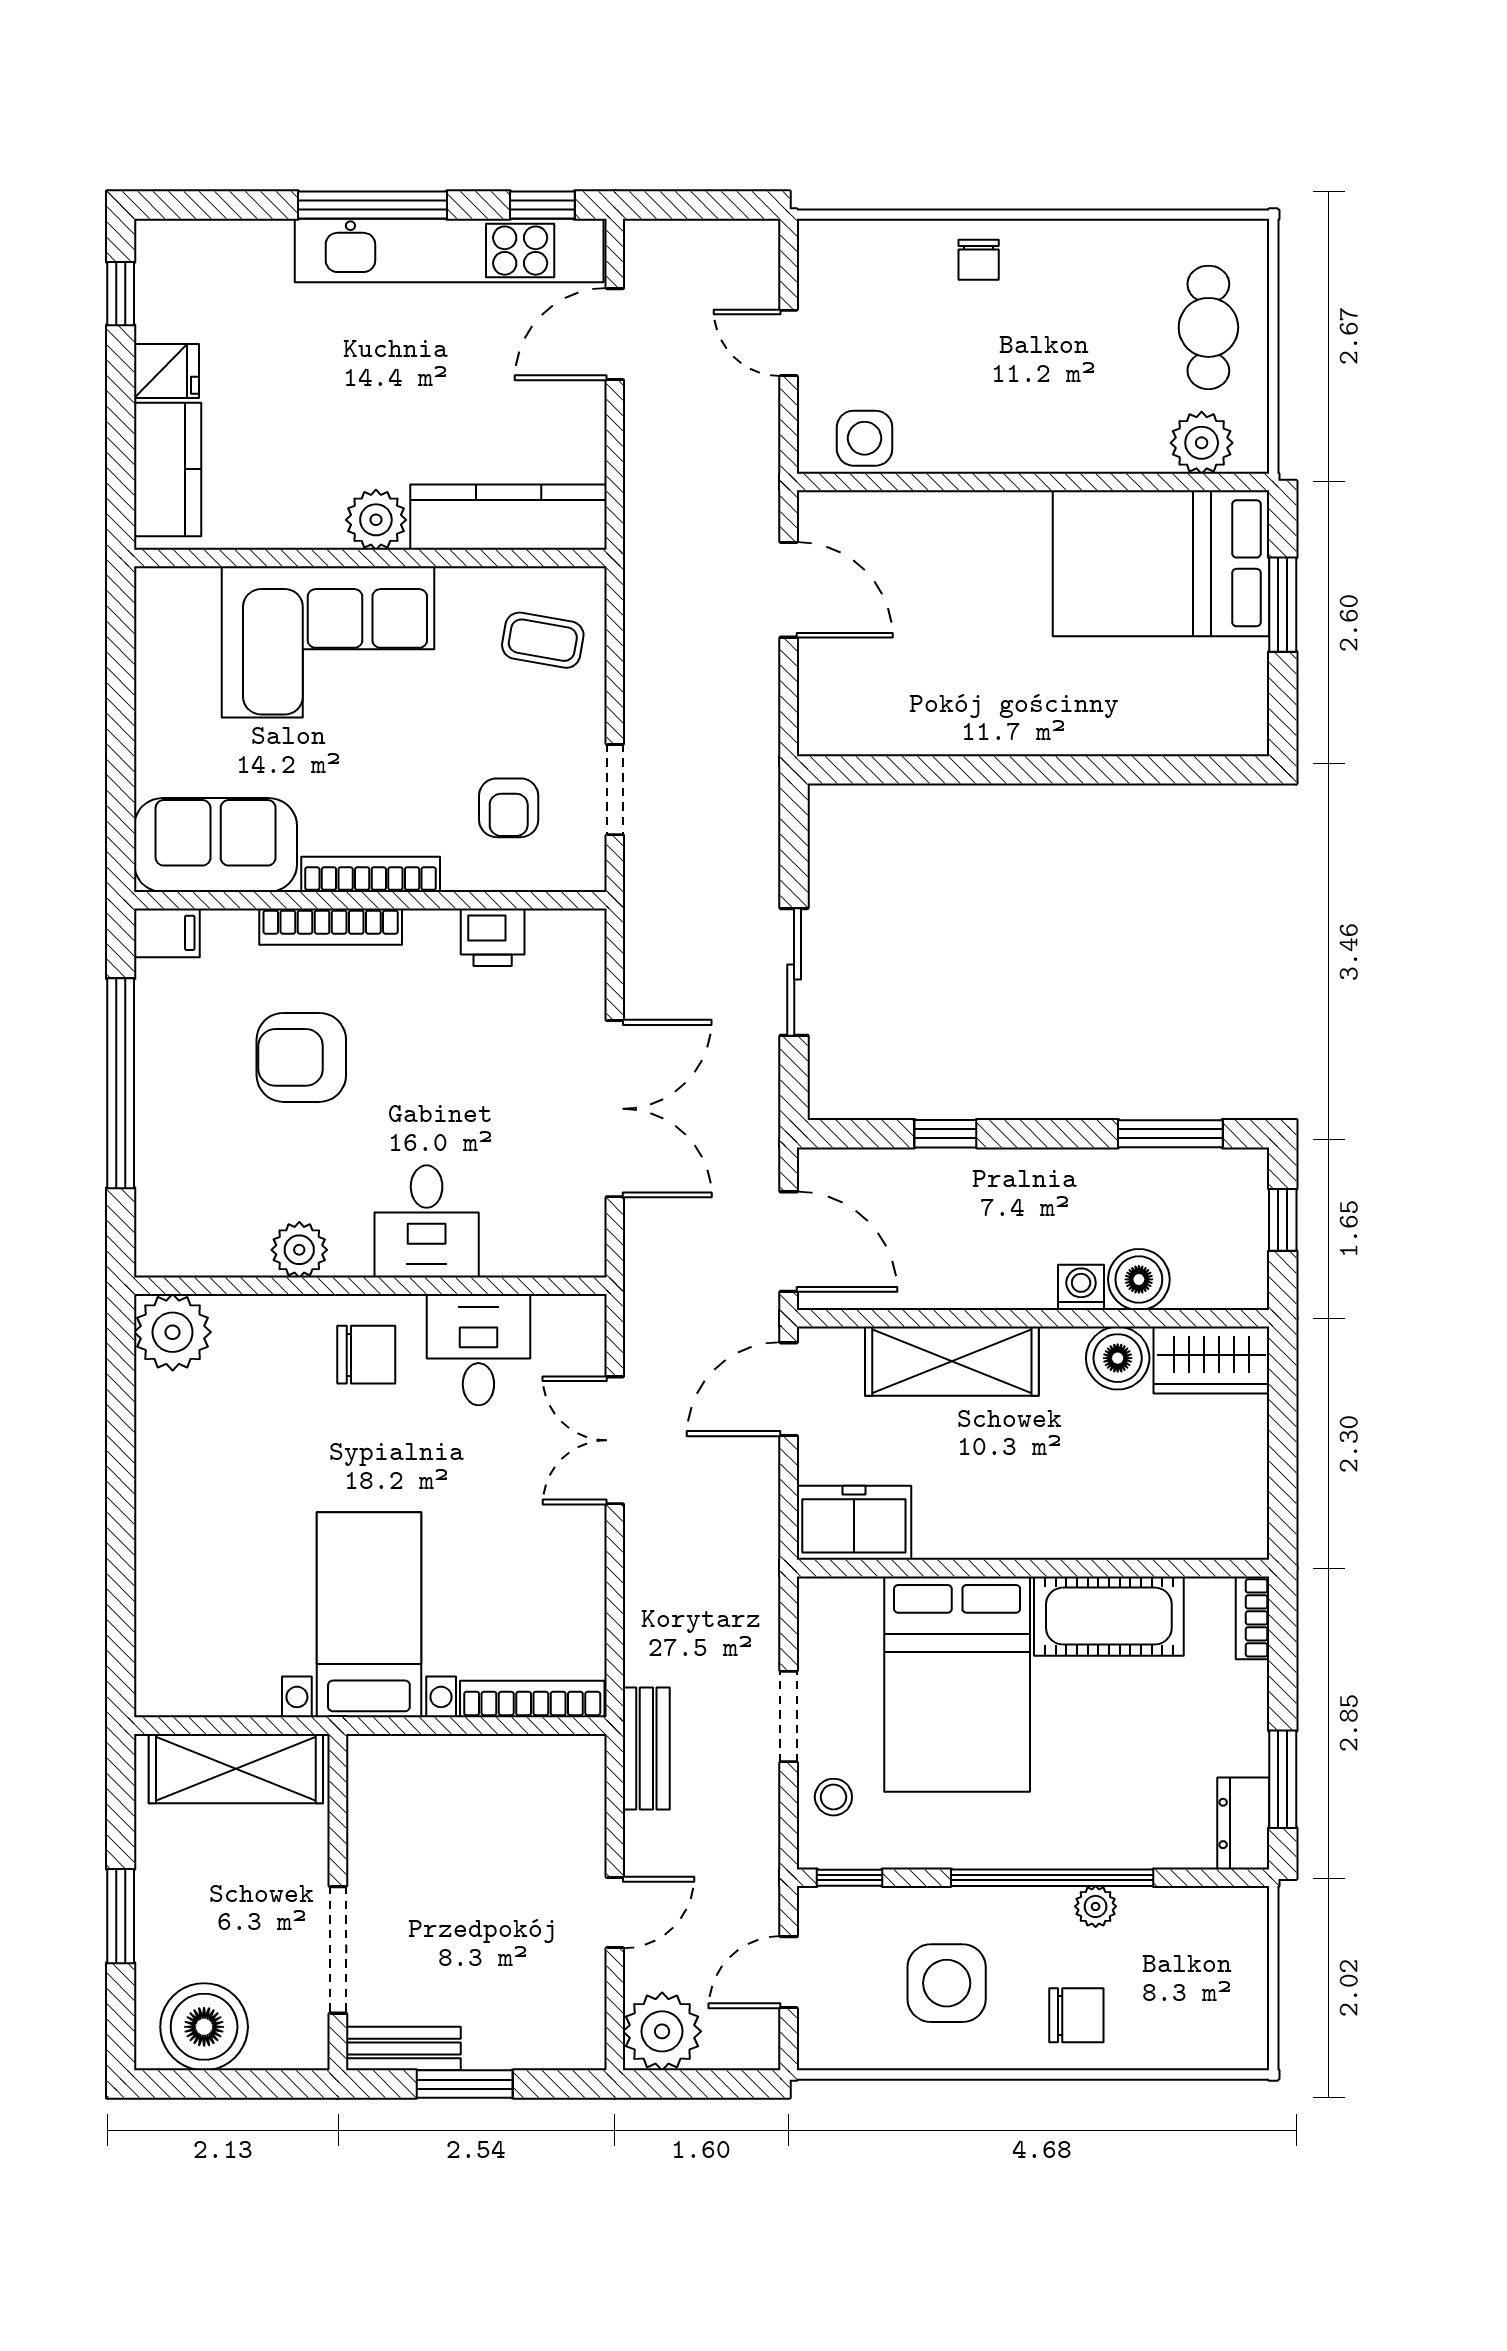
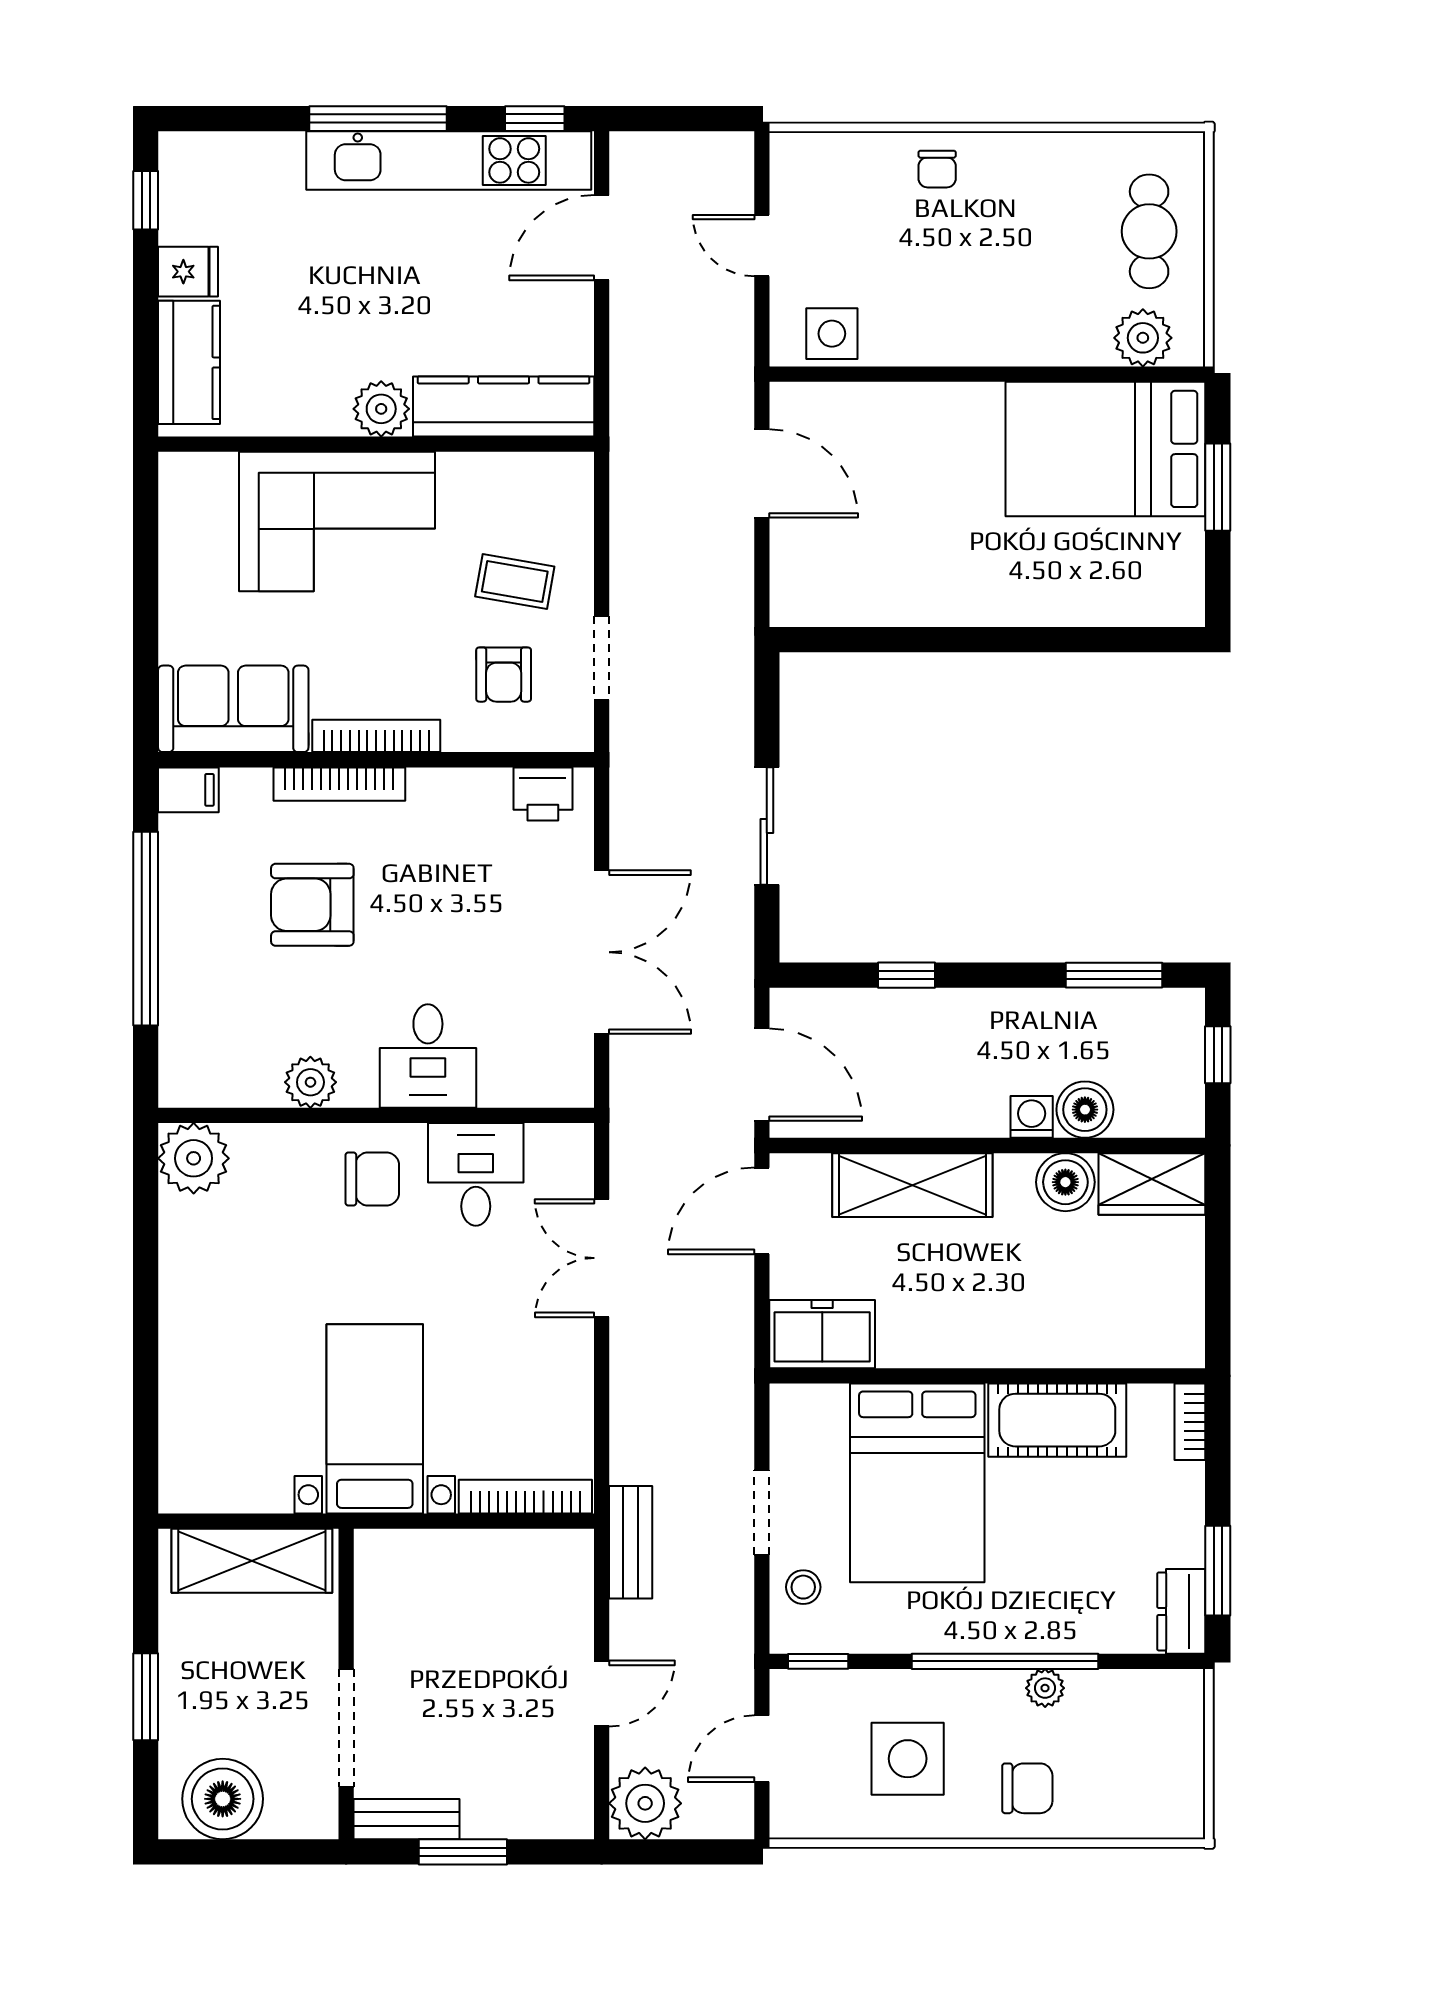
coffee table: (543, 640) -> (515, 581), moved
printer: (493, 937) -> (543, 794), moved

